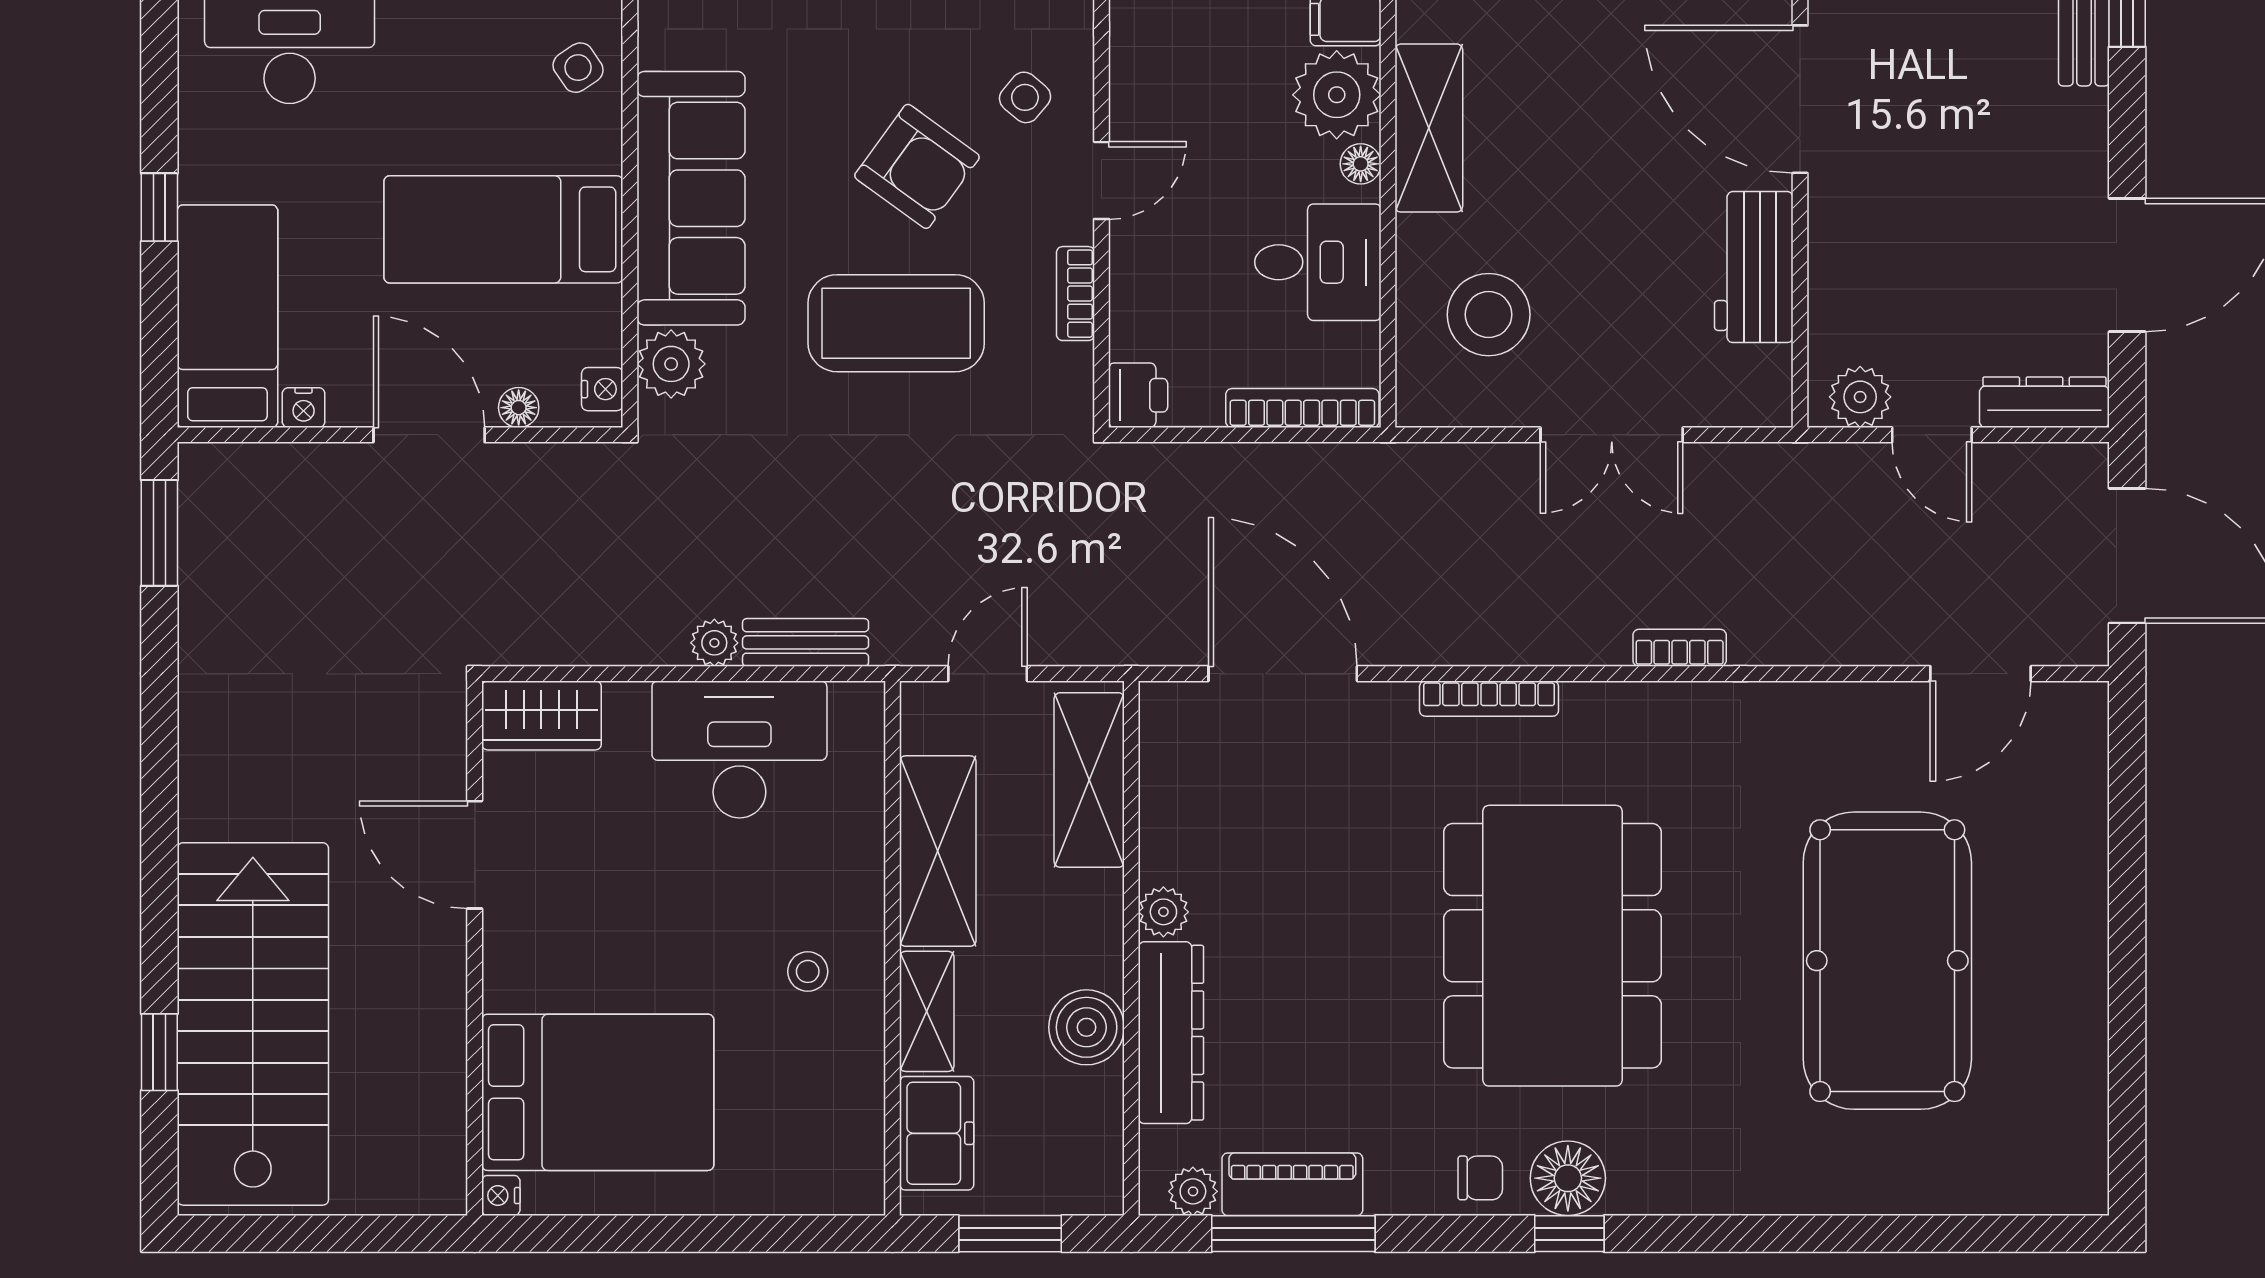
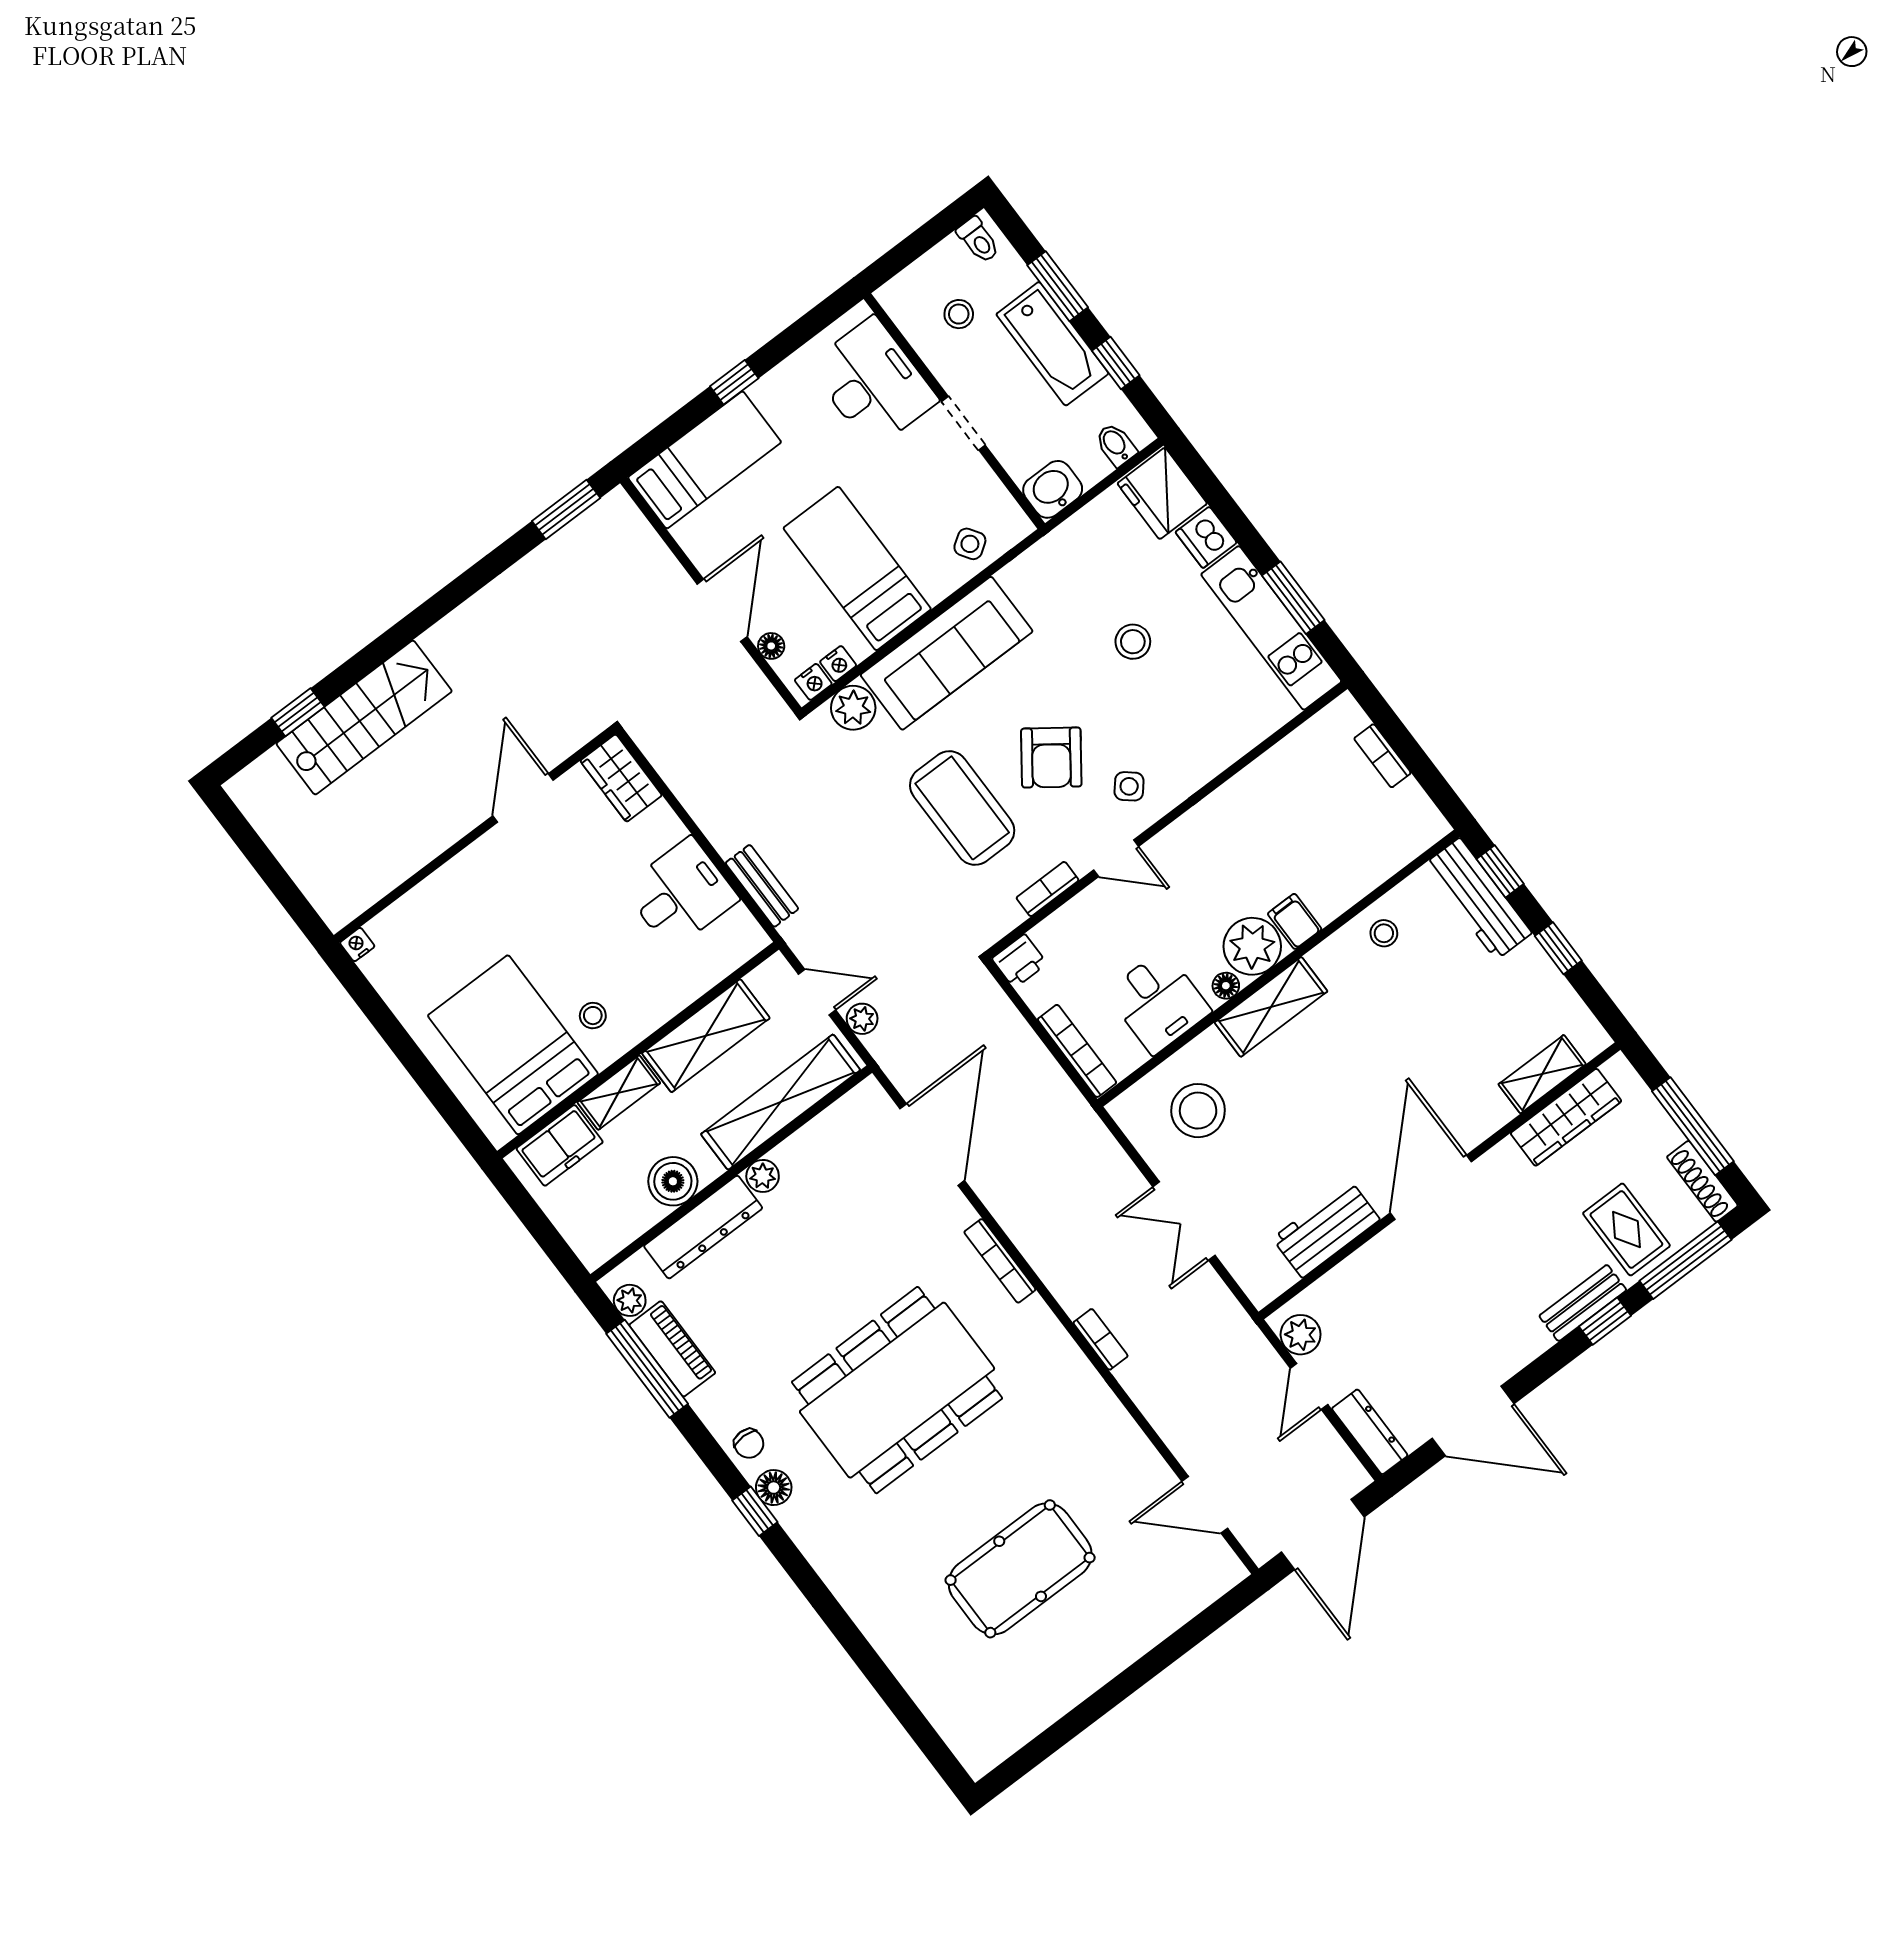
nightstand: (304, 408) -> (838, 664), moved, turned -90
plant: (714, 643) -> (862, 1019), moved
desk: (739, 749) -> (681, 894), width x0.73
shelving: (1089, 780) -> (781, 1102), width x1.47
pool table: (1887, 961) -> (1020, 1569), width x0.73, depth x0.76
stairs: (253, 1024) -> (364, 717), width x0.73, depth x0.66
bed: (598, 1092) -> (513, 1045), moved, turned 180
floor lamp: (1568, 1178) -> (774, 1488), width x0.73, depth x0.73
window: (1010, 1234) -> (536, 1222), removed

